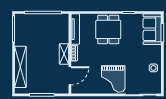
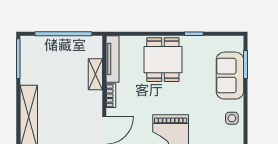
sofa: (152, 29) -> (230, 76), moved
shelving: (64, 54) -> (95, 74), moved

